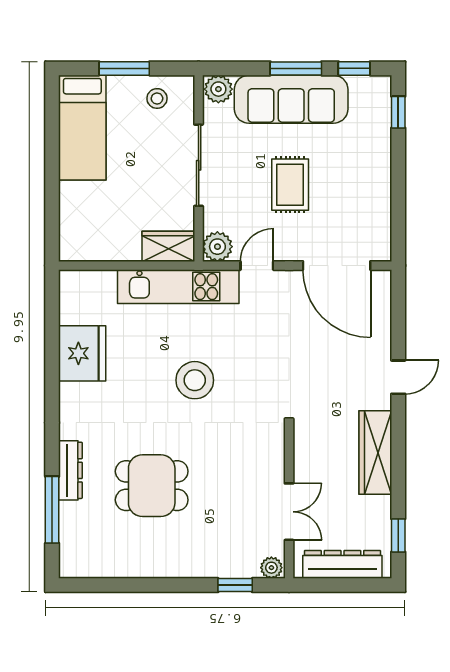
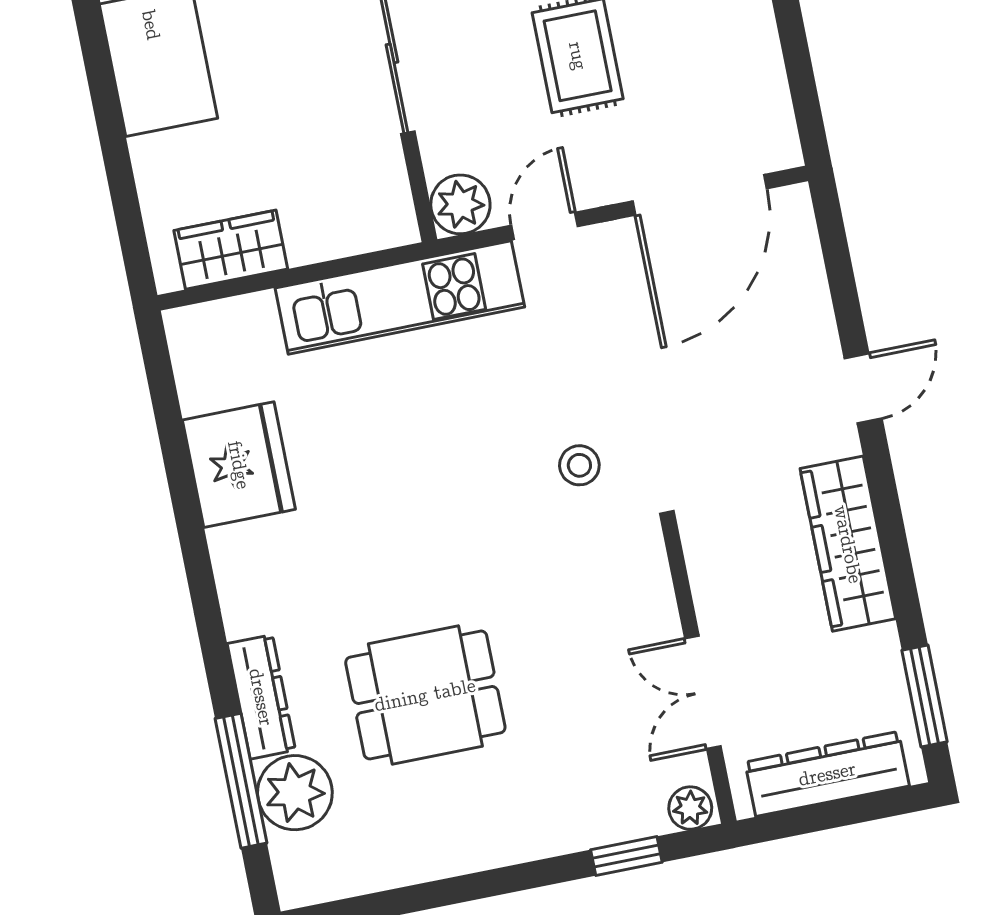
wardrobe: (168, 246) -> (231, 250), moved
door: (337, 266) -> (700, 195), hinge flipped
stool: (195, 380) -> (579, 465), moved, width x0.53, depth x0.53
double door: (289, 512) -> (703, 692), swing flipped
plant: (78, 521) -> (295, 793), added
window: (398, 535) -> (925, 696), width x1.50

